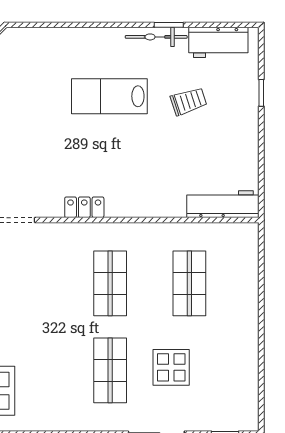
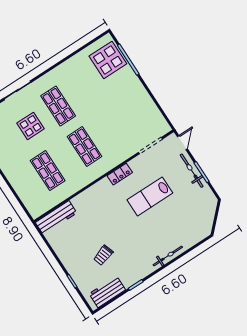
bicycle: (156, 37) -> (168, 256), moved
lab bench: (109, 96) -> (150, 196), moved, turned 180

